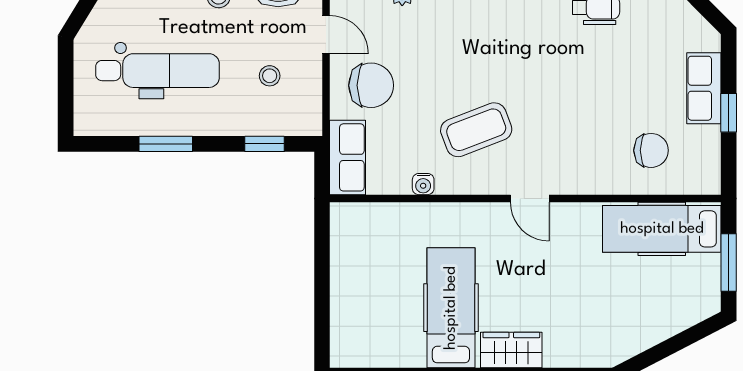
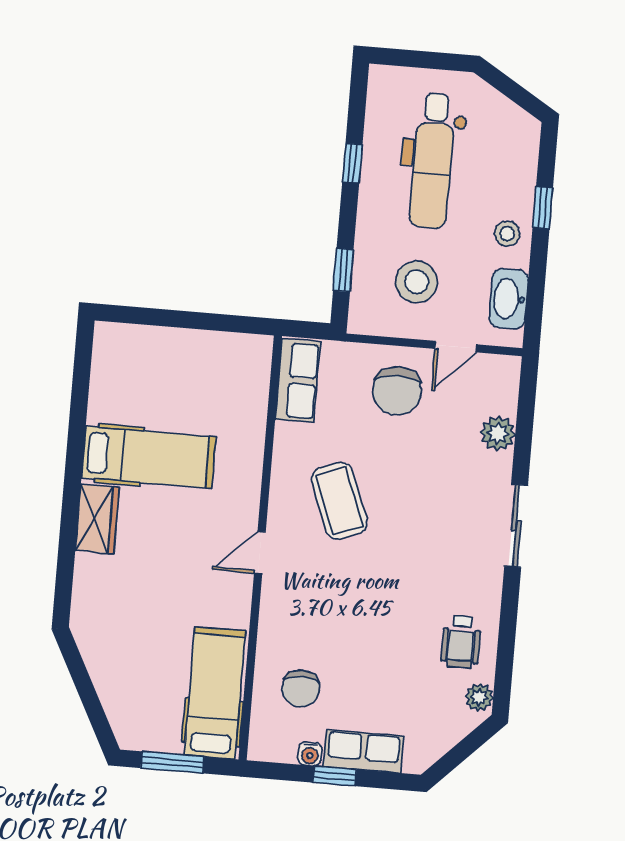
stool: (270, 76) -> (417, 282), width x1.89, depth x1.89
window: (166, 144) -> (352, 163), width x0.67
row of seats: (348, 157) -> (298, 381), moved, turned -90
water cooler: (423, 184) -> (310, 754), moved, turned -90

